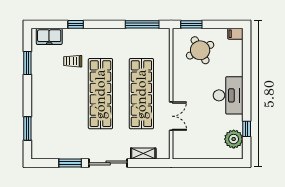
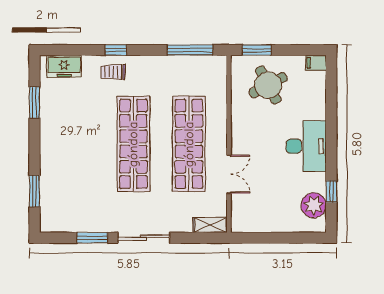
window: (76, 24) -> (116, 50), moved
trolley: (73, 61) -> (113, 72), moved
shelving: (143, 154) -> (210, 225), moved

